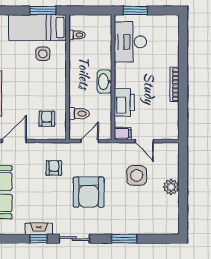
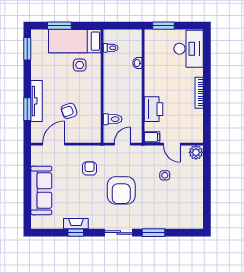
window: (43, 10) -> (59, 26), moved
desk: (130, 42) -> (189, 49), moved, turned 180
washbasin: (104, 82) -> (137, 63), moved, width x0.52, depth x0.69
armchair: (47, 119) -> (69, 111), moved, turned -109
side table: (137, 175) -> (165, 175), width x0.54, depth x0.54
plant: (171, 187) -> (196, 152), moved
sliding door: (74, 239) -> (119, 233), moved

